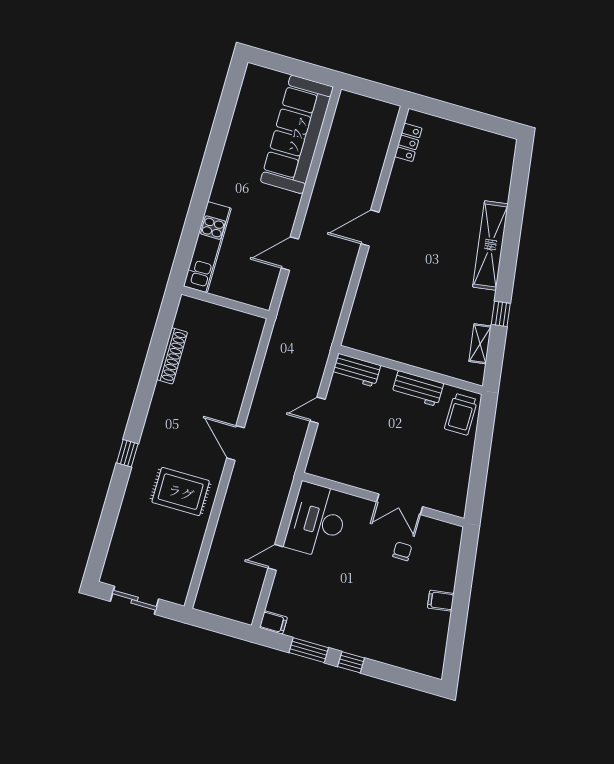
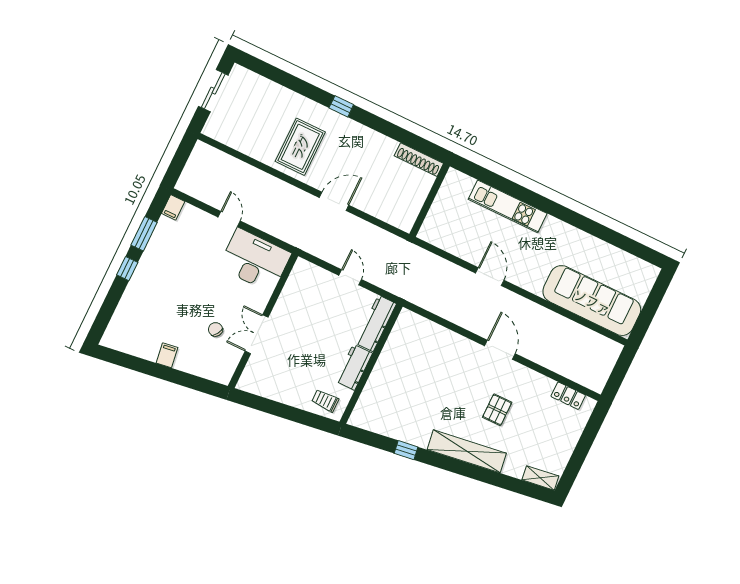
pallet: (438, 219) -> (497, 410), added
wall: (225, 302) -> (430, 200), moved
shelving: (480, 344) -> (540, 478), moved
workbench: (356, 370) -> (376, 323), width x1.38
trolley: (461, 414) -> (325, 401), width x0.73, depth x0.72
chair: (402, 551) -> (216, 329), turned -148

